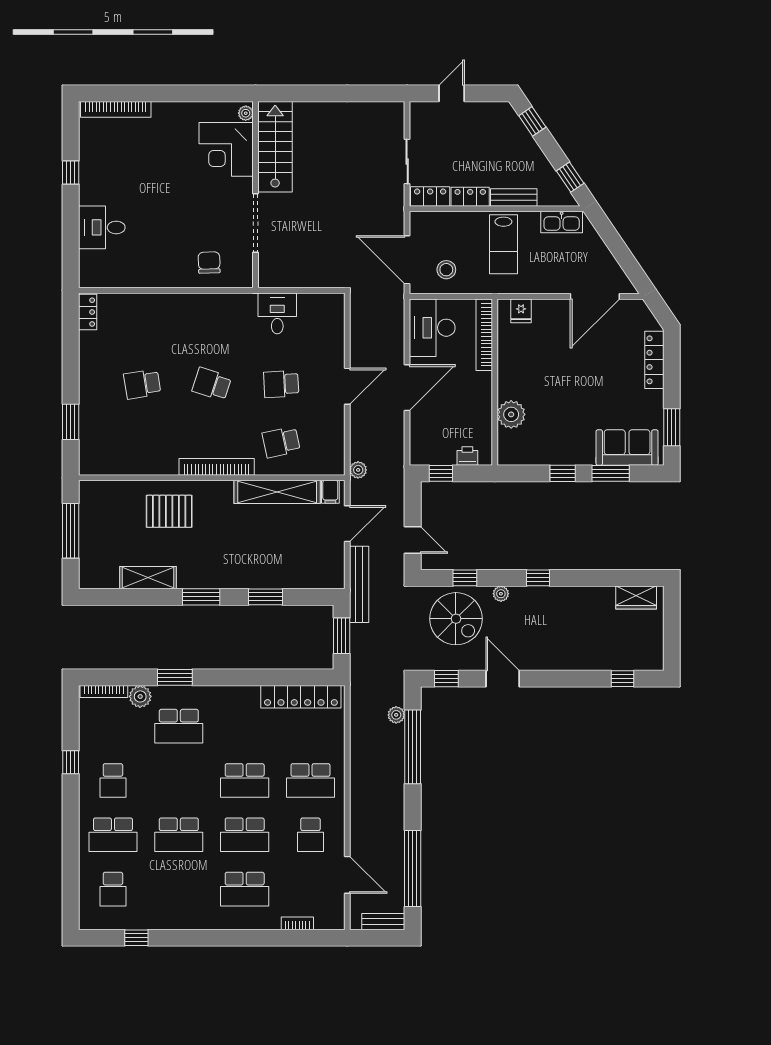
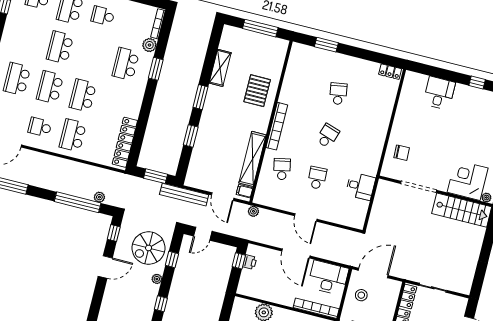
printer: (467, 456) -> (250, 262), moved

